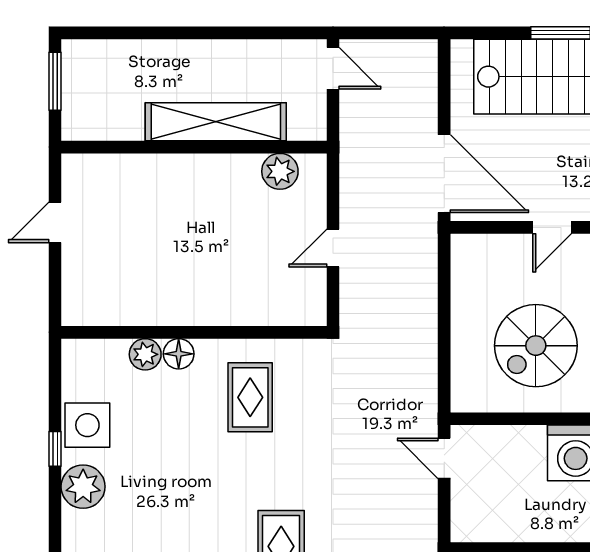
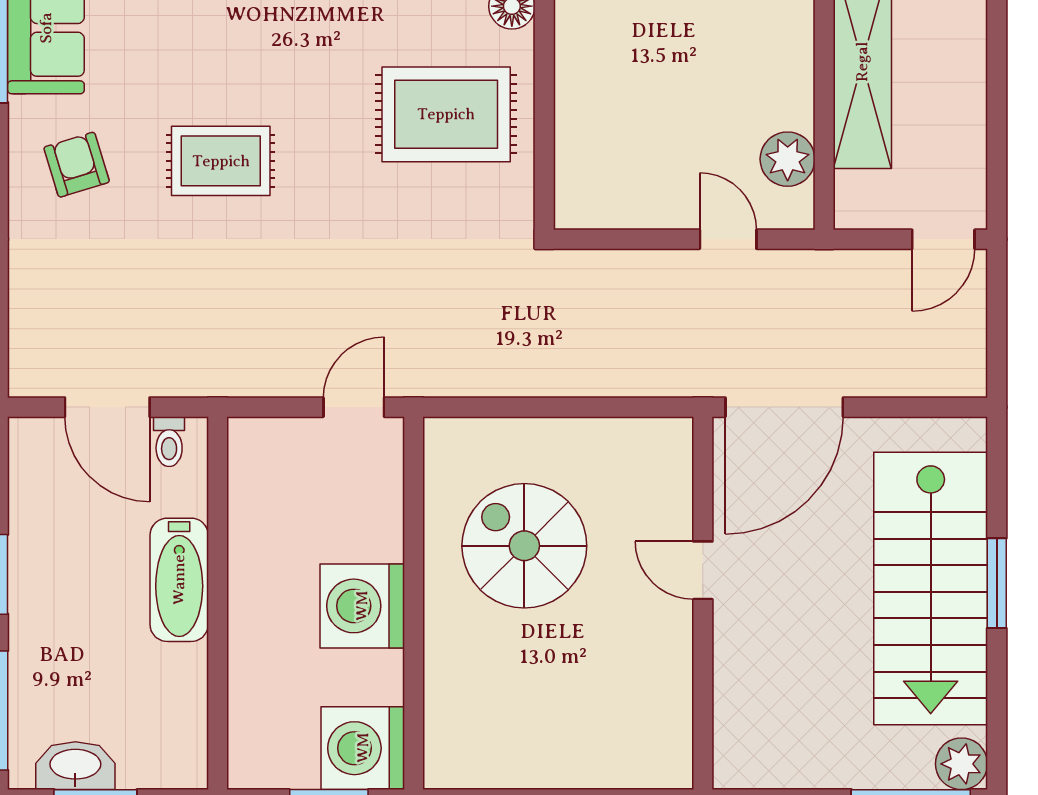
door: (333, 248) -> (728, 239), moved
rug: (250, 397) -> (446, 114), width x1.36, depth x1.43

